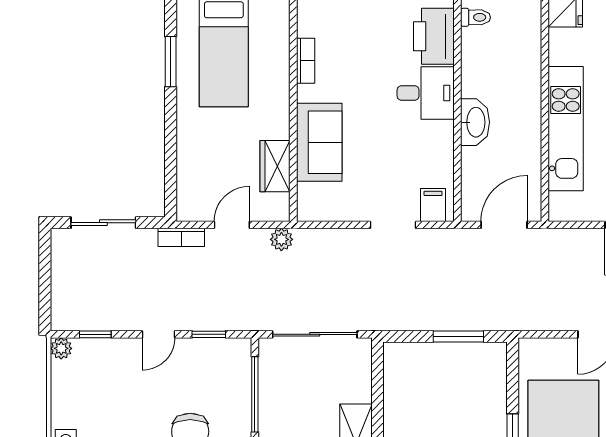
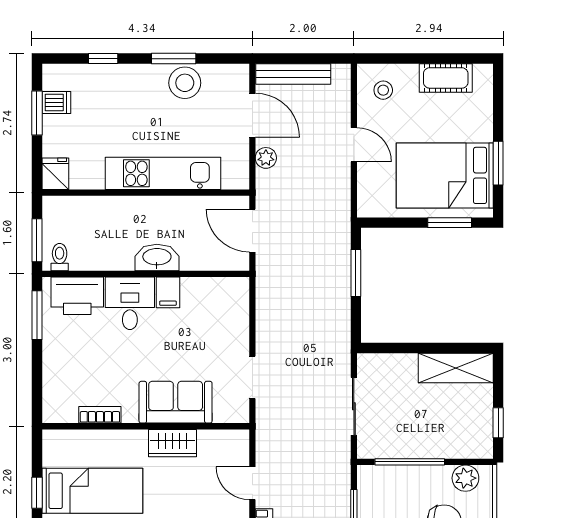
wardrobe: (275, 166) -> (172, 443), moved
filing cabinet: (433, 205) -> (168, 292), moved, turned -90
doorway: (393, 225) -> (252, 377), moved
plant: (281, 239) -> (266, 158), moved
sliding door: (315, 334) -> (354, 406), width x0.73

